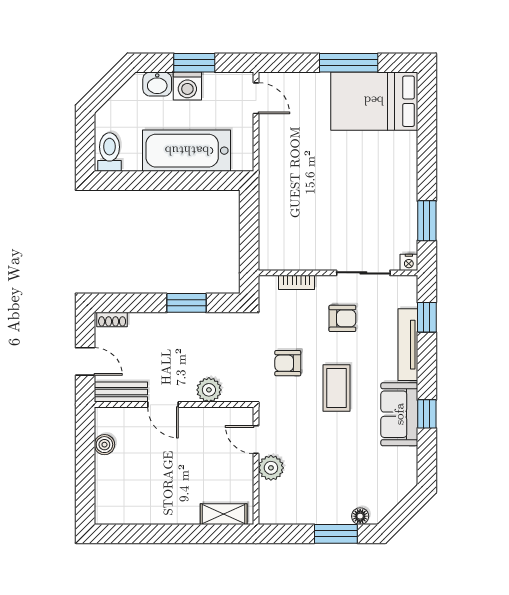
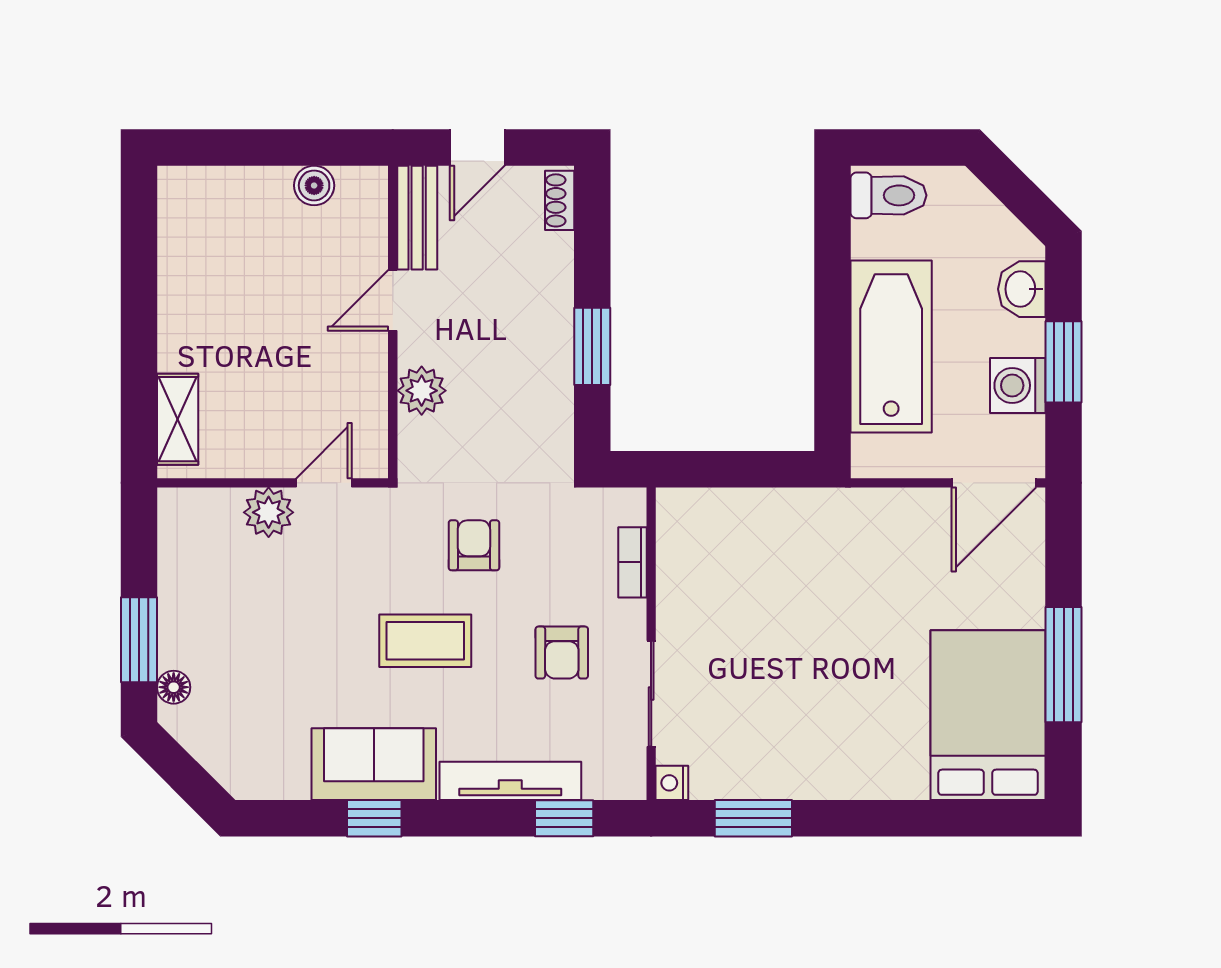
washing machine: (187, 86) -> (1018, 385), moved
door: (256, 98) -> (994, 483), width x1.38

